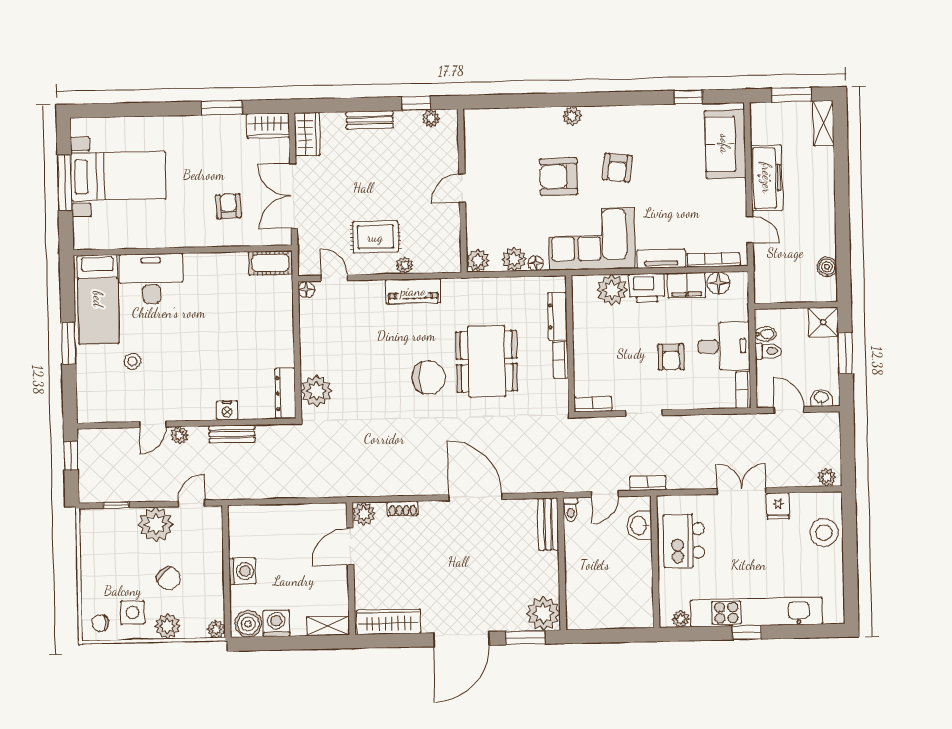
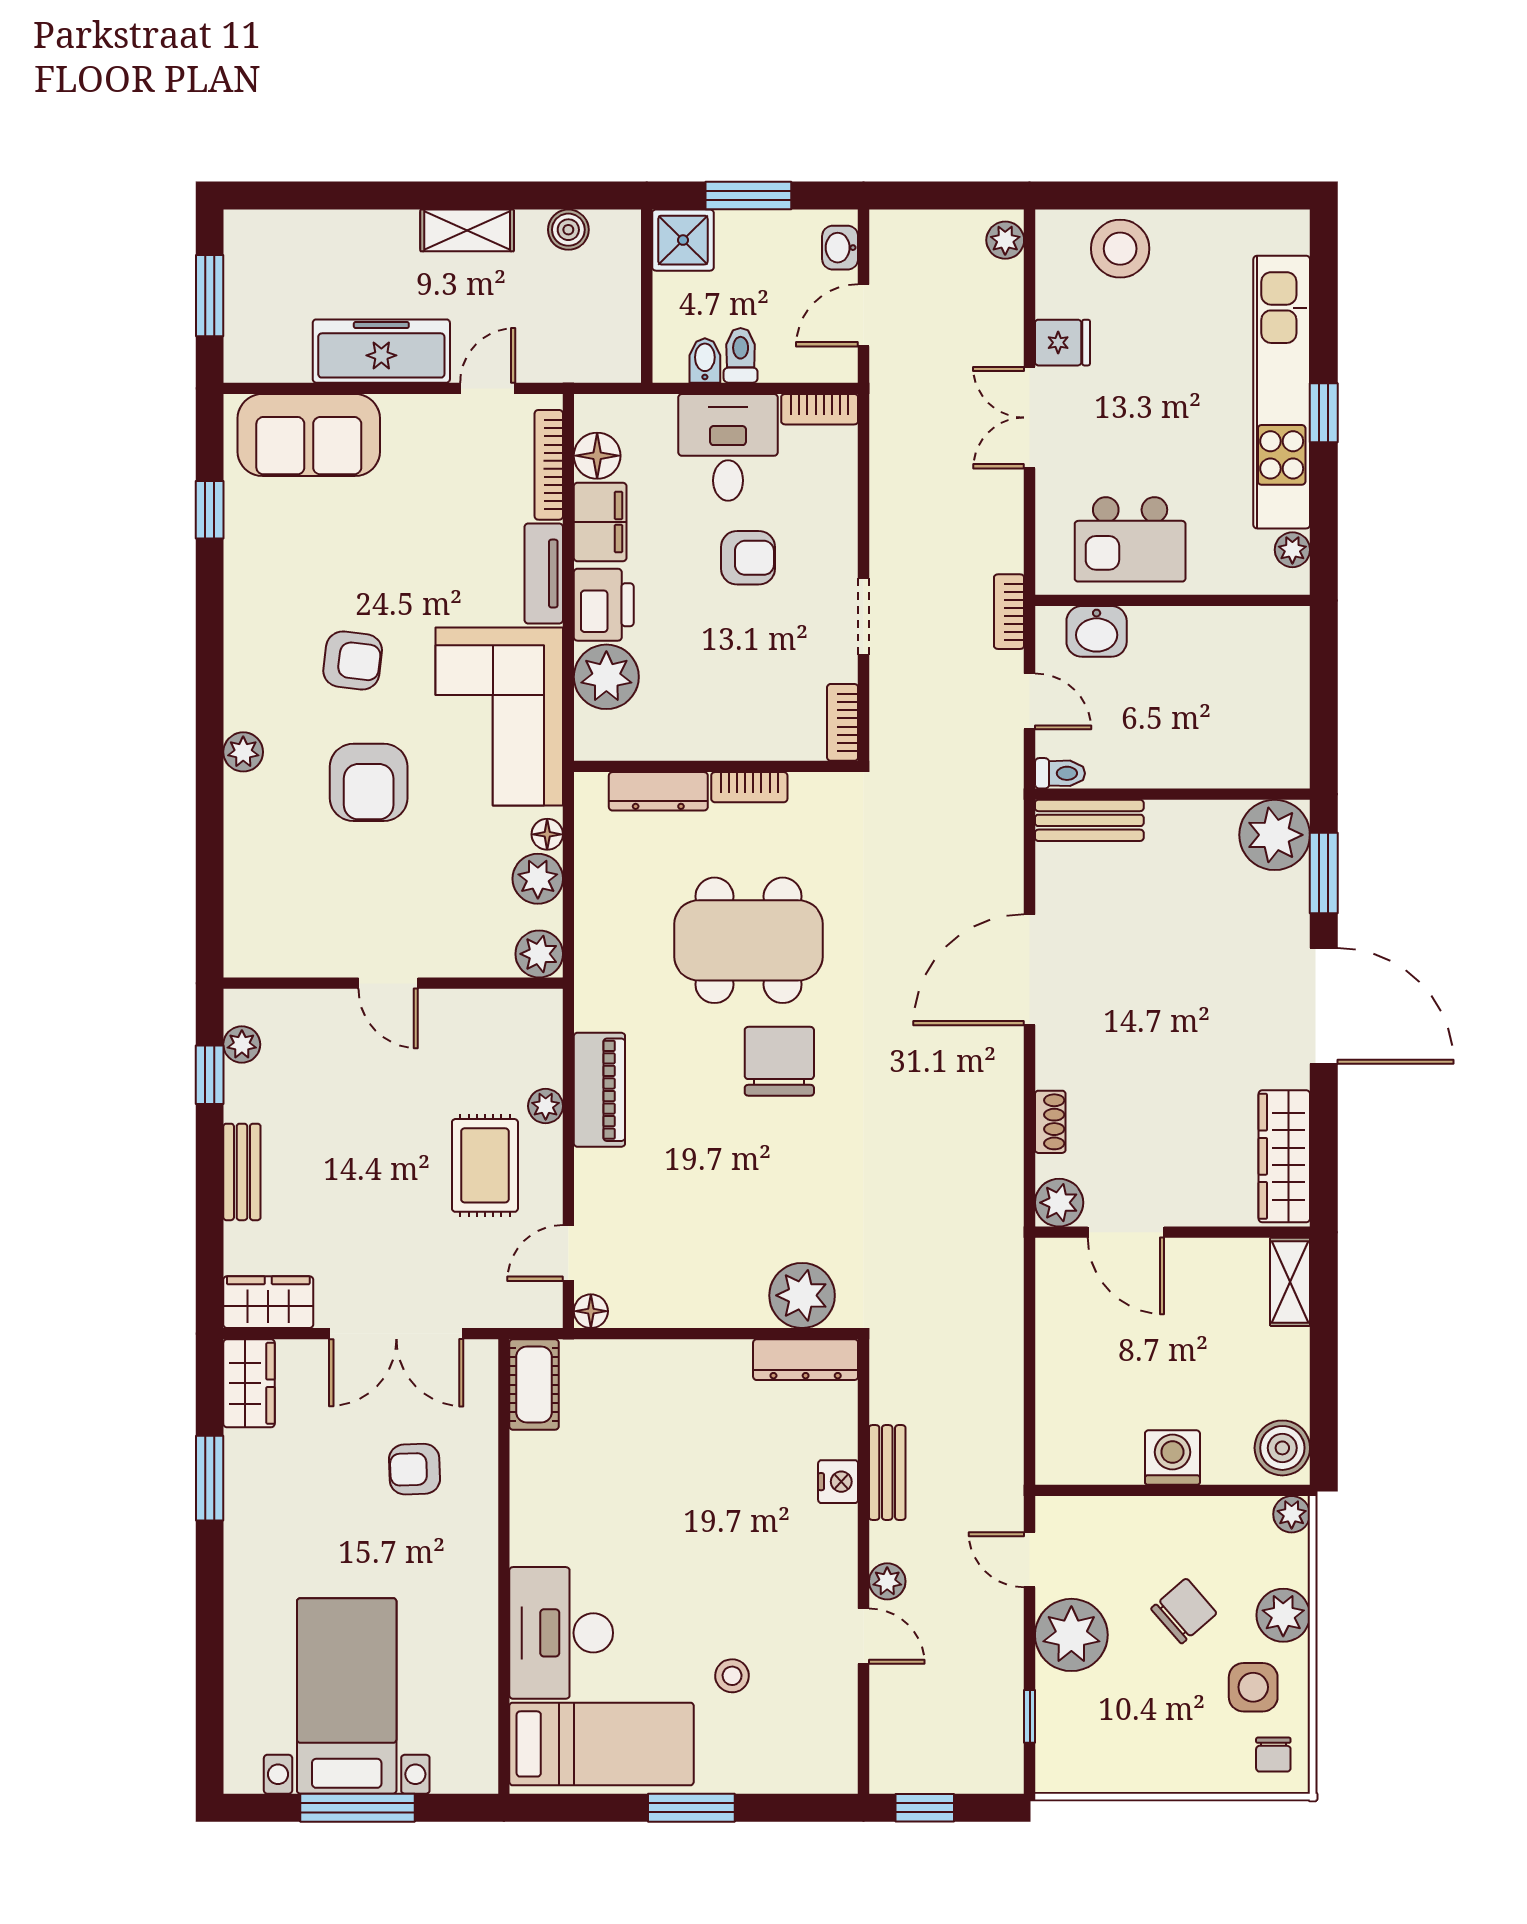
shelving: (823, 123) -> (467, 230), moved
washing machine: (276, 624) -> (1283, 1390), removed

